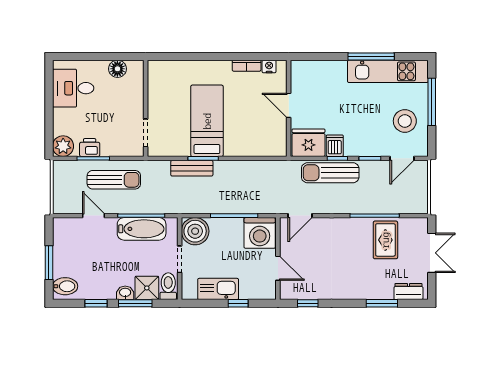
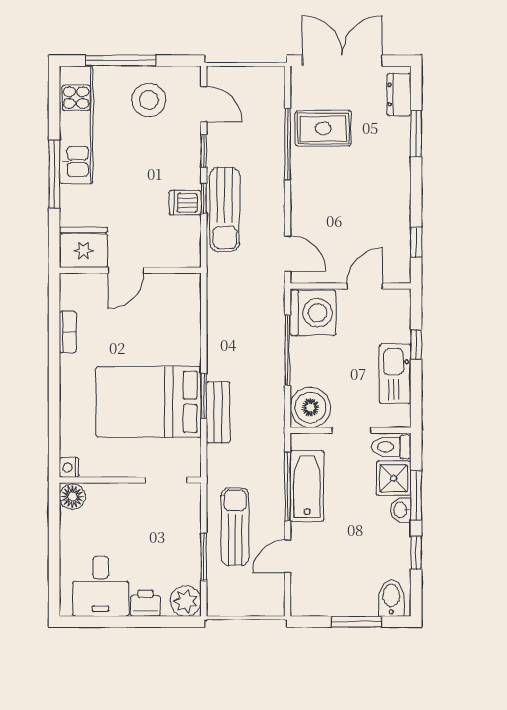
window: (371, 56) -> (54, 174), moved
nightstand: (269, 67) -> (69, 467), moved
floor lamp: (117, 69) -> (72, 497), moved
bed: (207, 121) -> (149, 402), width x1.50
fridge: (308, 143) -> (83, 247), moved, turned 90
printer: (90, 148) -> (145, 603), moved, turned 90
double door: (432, 253) -> (342, 61), width x1.37

